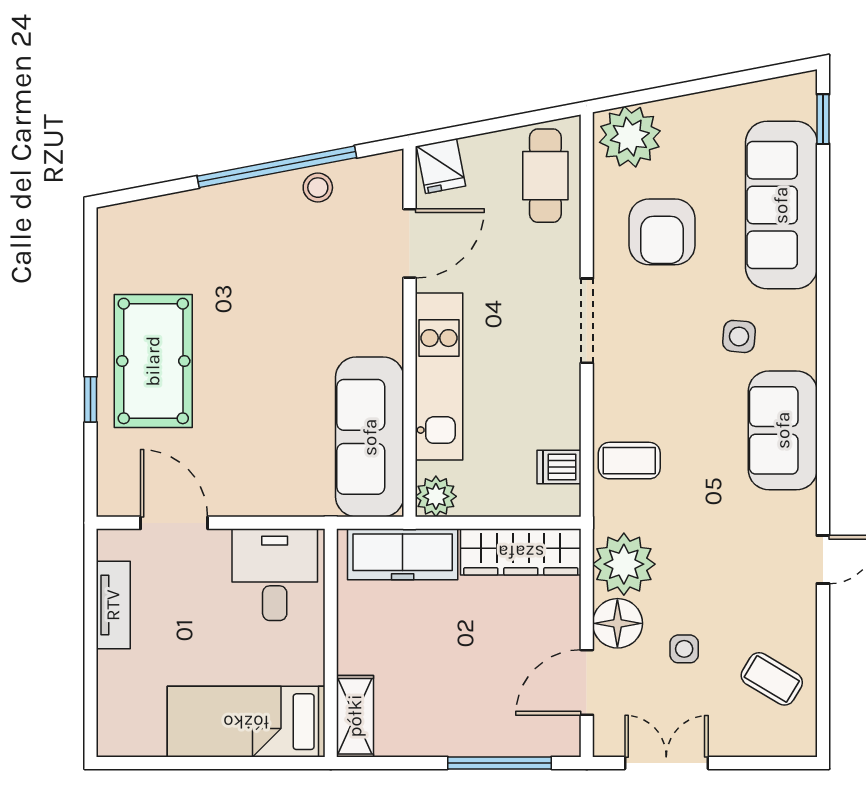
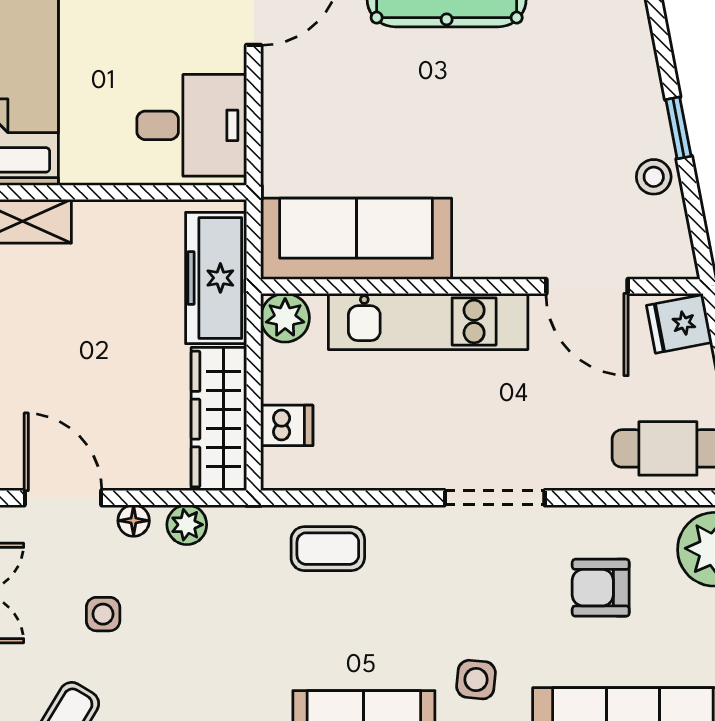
window: (277, 167) -> (678, 128), width x0.32
armchair: (662, 232) -> (601, 588), width x0.72, depth x0.72
coffee table: (629, 461) -> (328, 549), turned 90
dishwasher: (559, 467) -> (287, 425), moved, turned 90
plant: (624, 564) -> (187, 525), width x0.53, depth x0.53
floor lamp: (617, 623) -> (134, 521), width x0.53, depth x0.53

